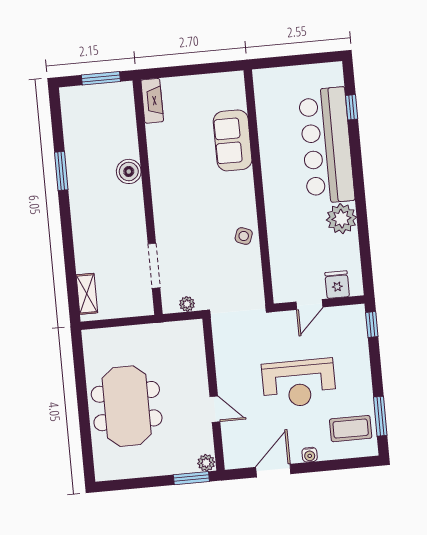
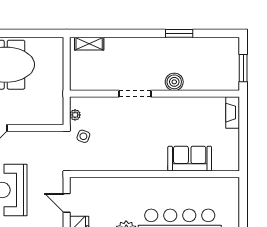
fireplace: (152, 101) -> (233, 113), moved, turned 90
side table: (244, 236) -> (83, 136), moved
doorway: (154, 266) -> (135, 94), moved

